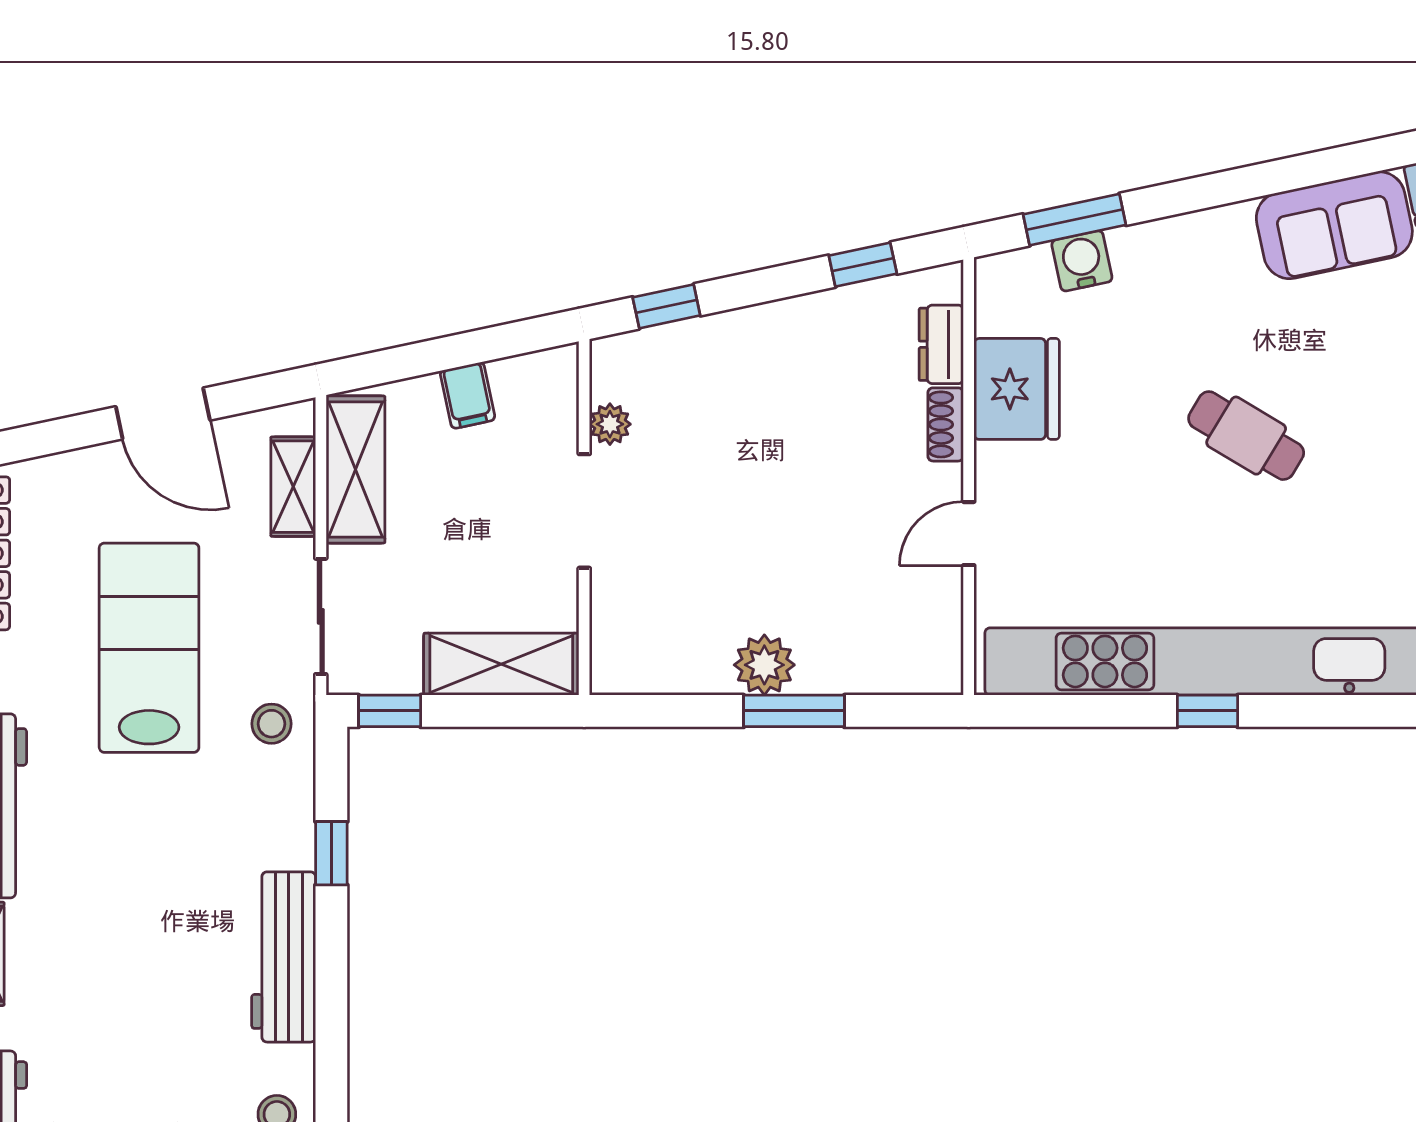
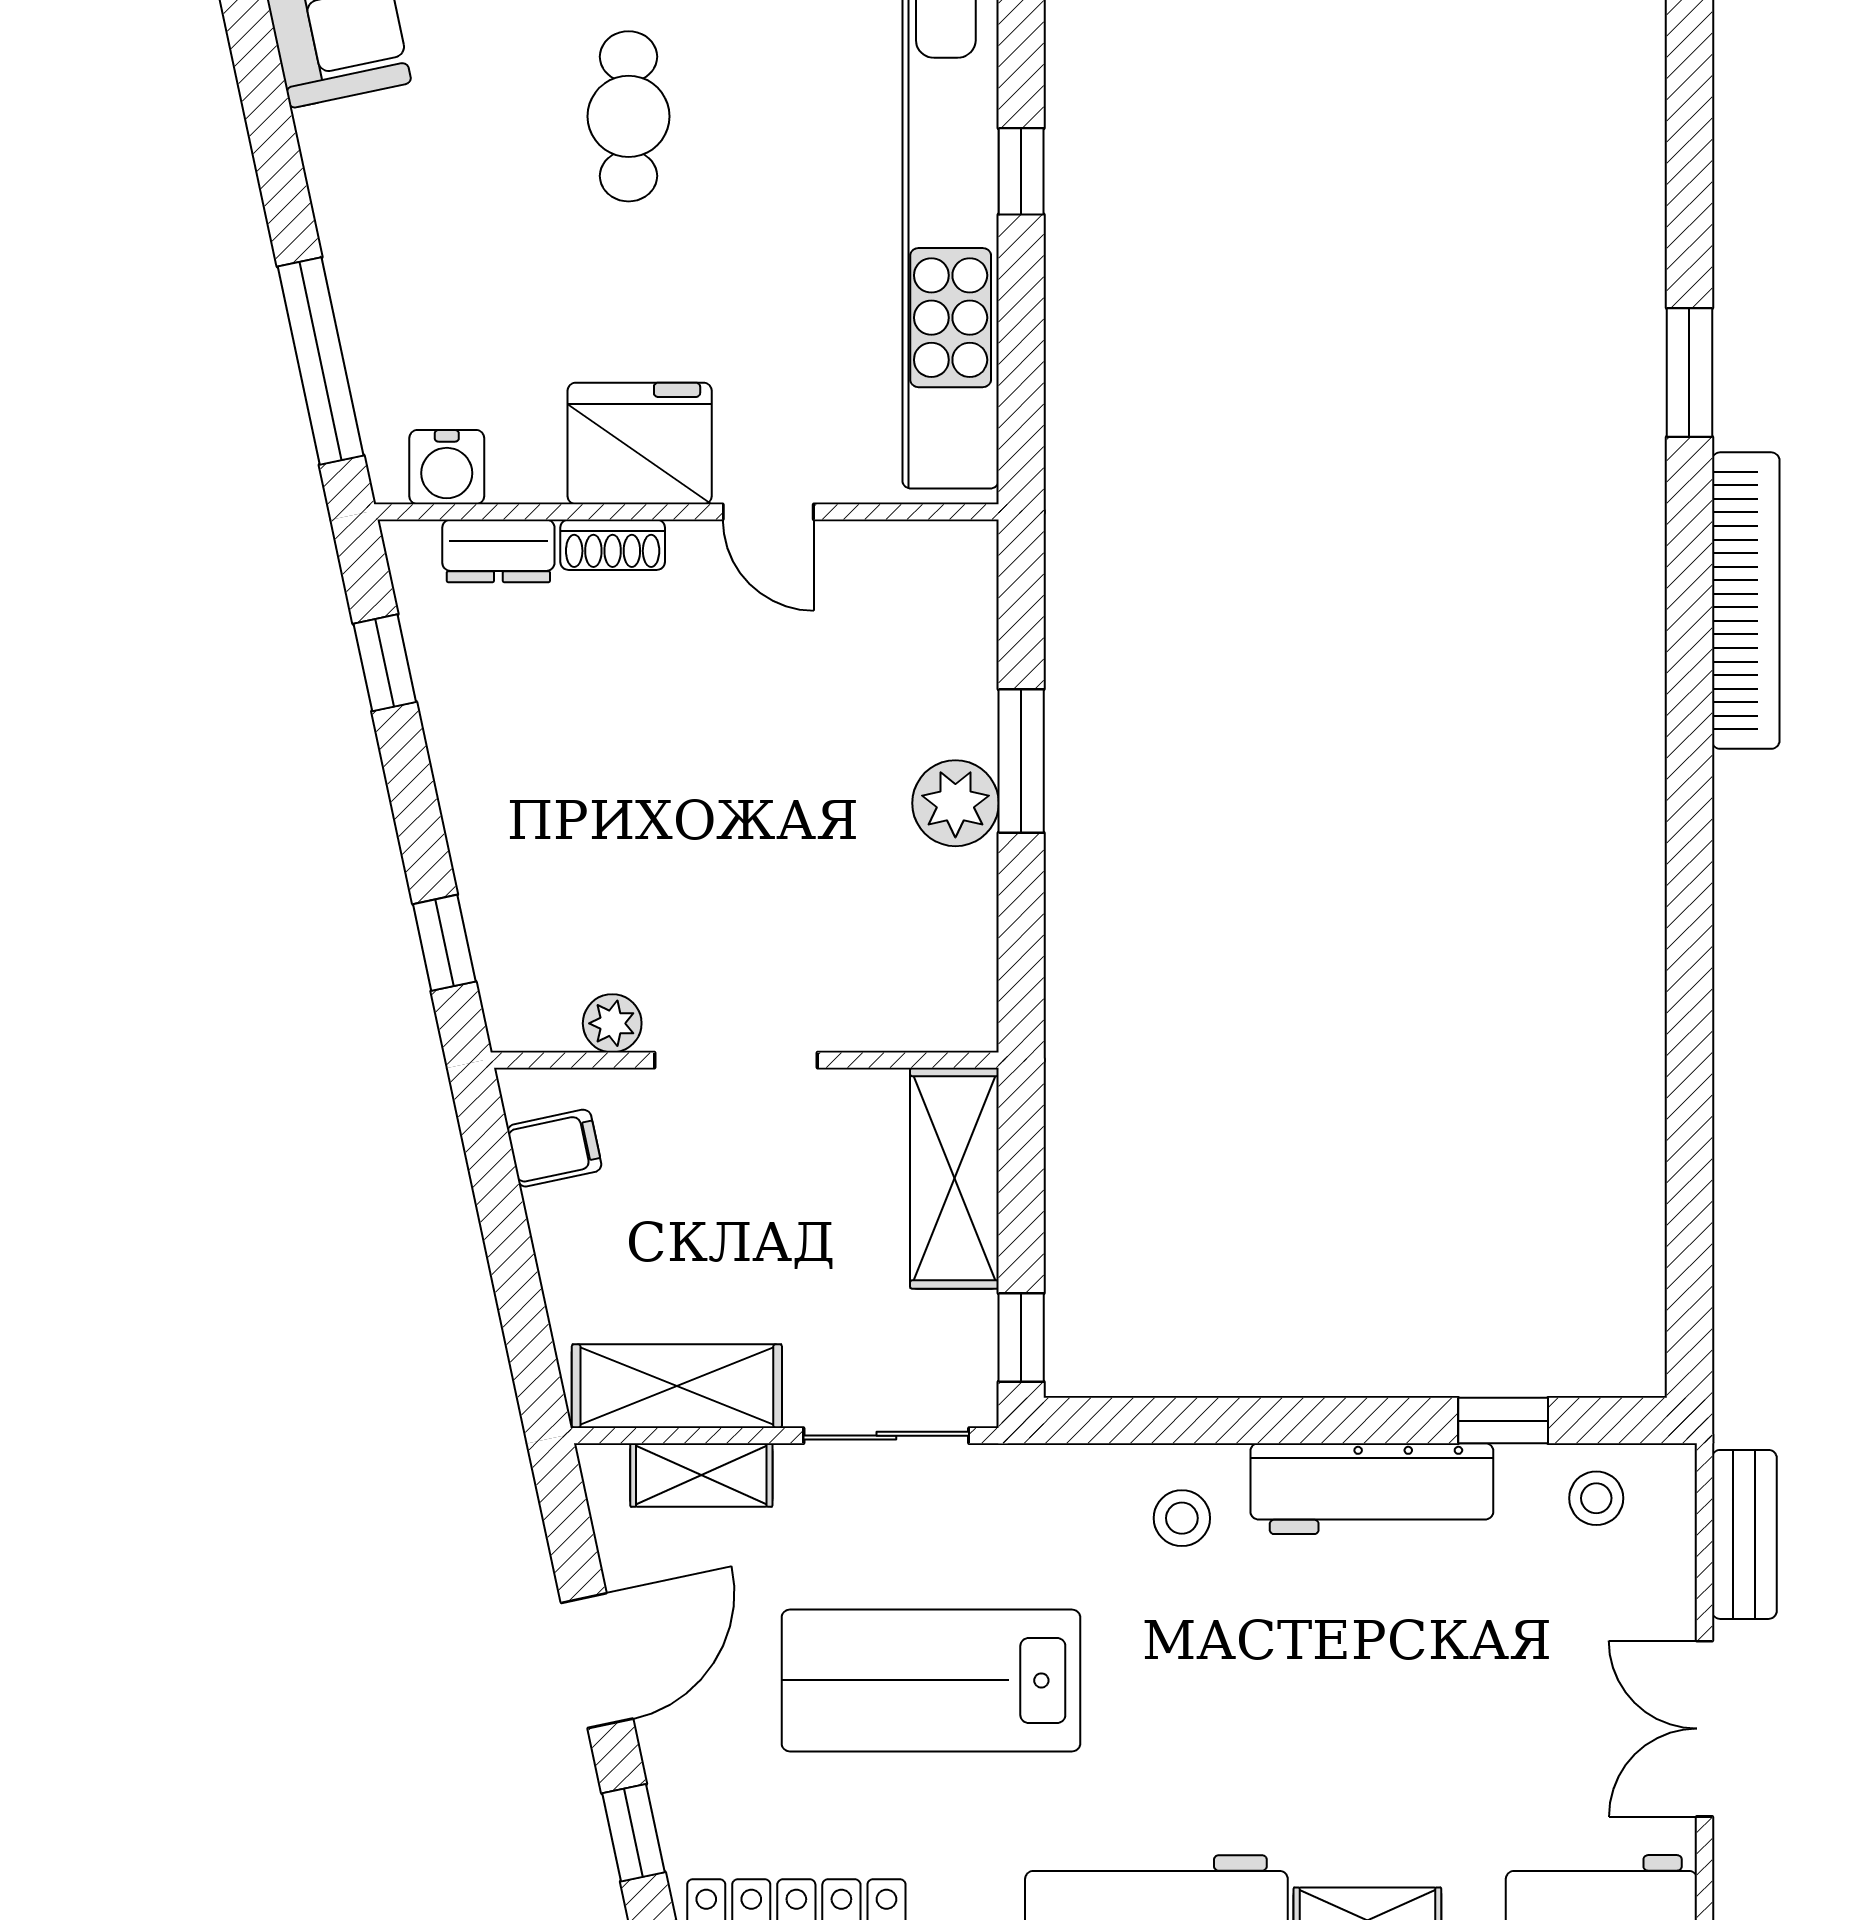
window: (1074, 220) -> (321, 361), width x1.44
water cooler: (1082, 261) -> (447, 467), moved, turned -78
fridge: (1017, 389) -> (640, 443), moved
filing cabinet: (468, 395) -> (554, 1148), moved
cafe table: (1246, 436) -> (629, 116), turned -31
window: (42, 439) -> (634, 1833), added
stool: (271, 724) -> (1182, 1518), moved
window: (331, 853) -> (1503, 1421), moved

